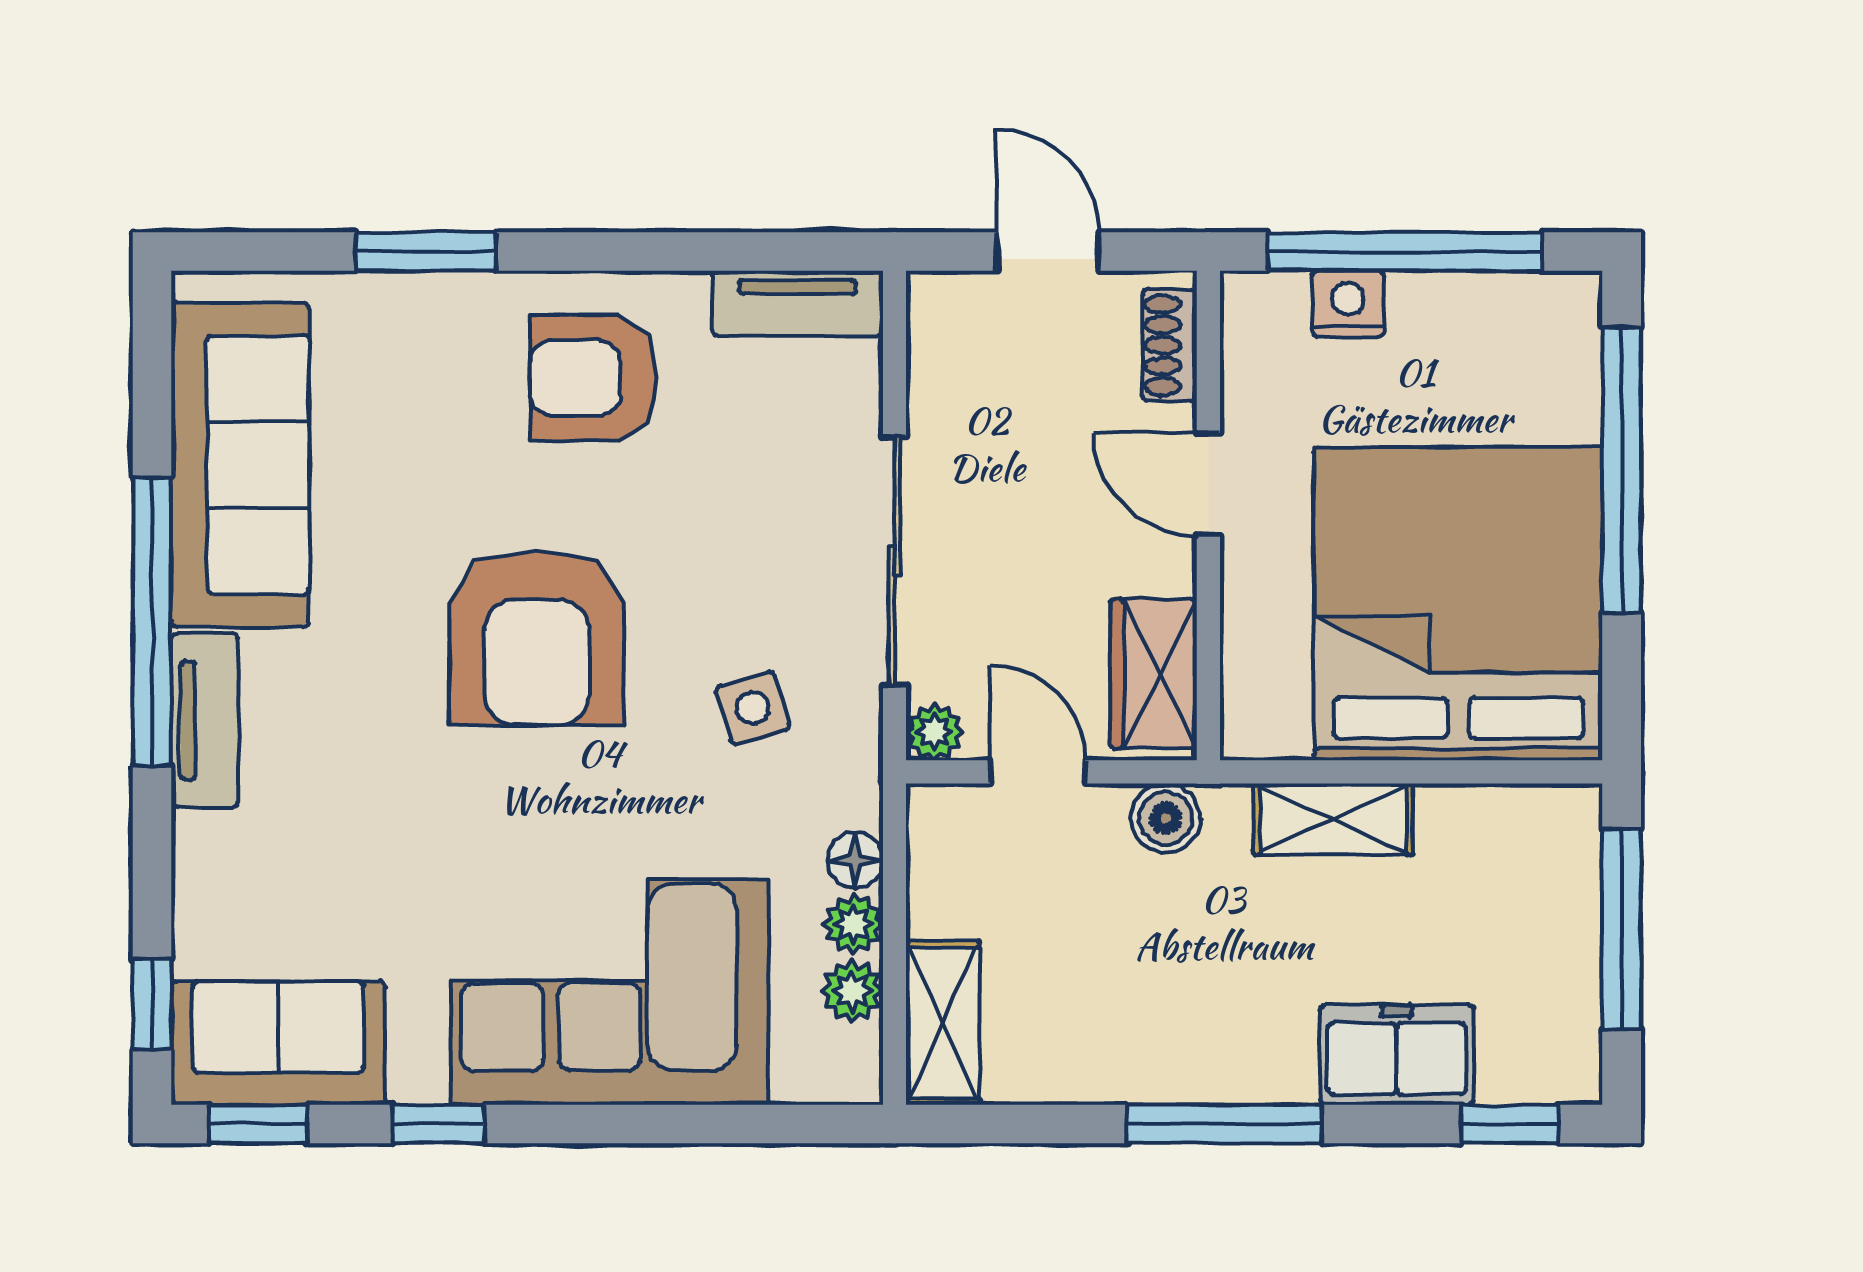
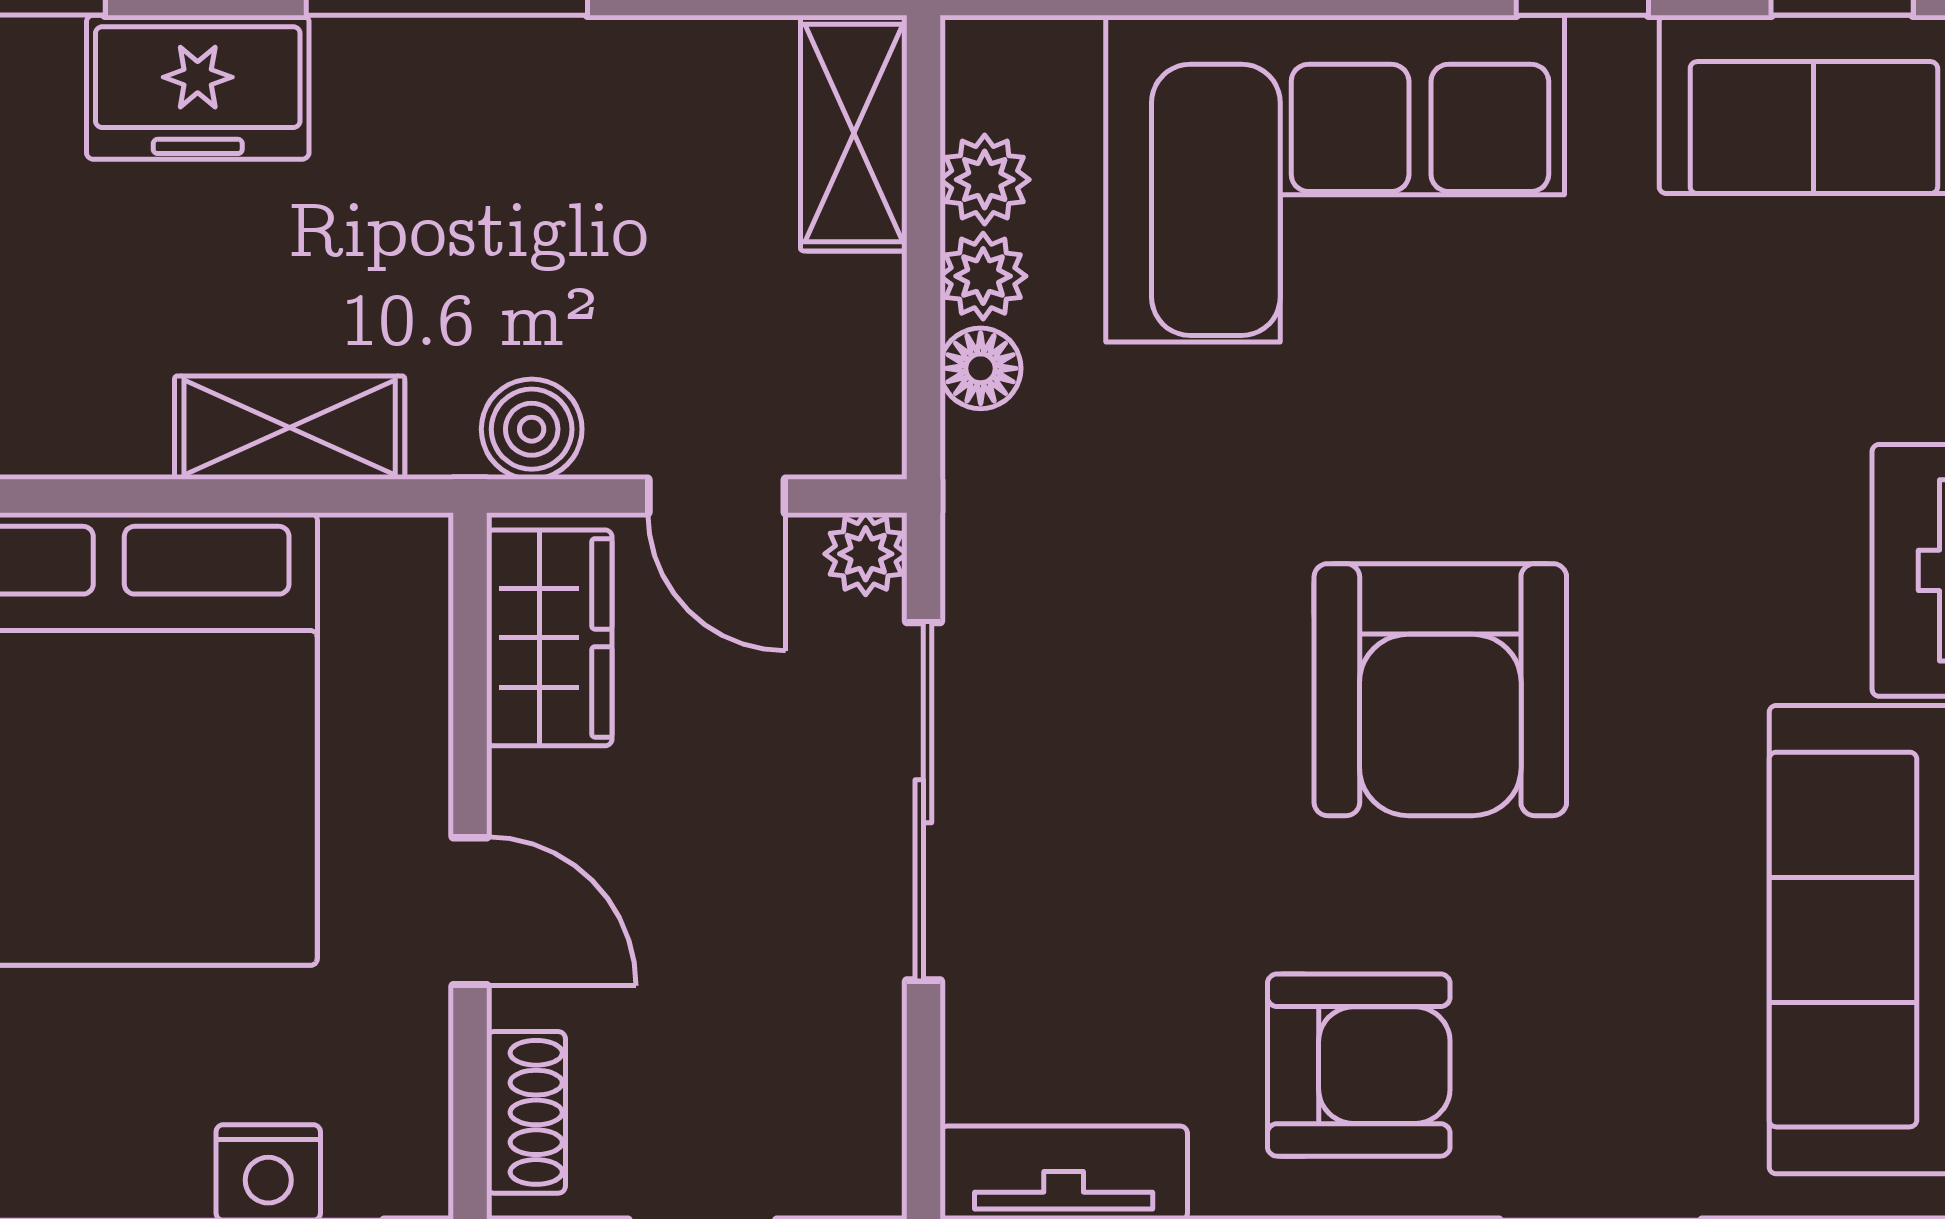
armchair: (537, 638) -> (1440, 690), turned 180
side table: (753, 708) -> (1128, 588), removed

